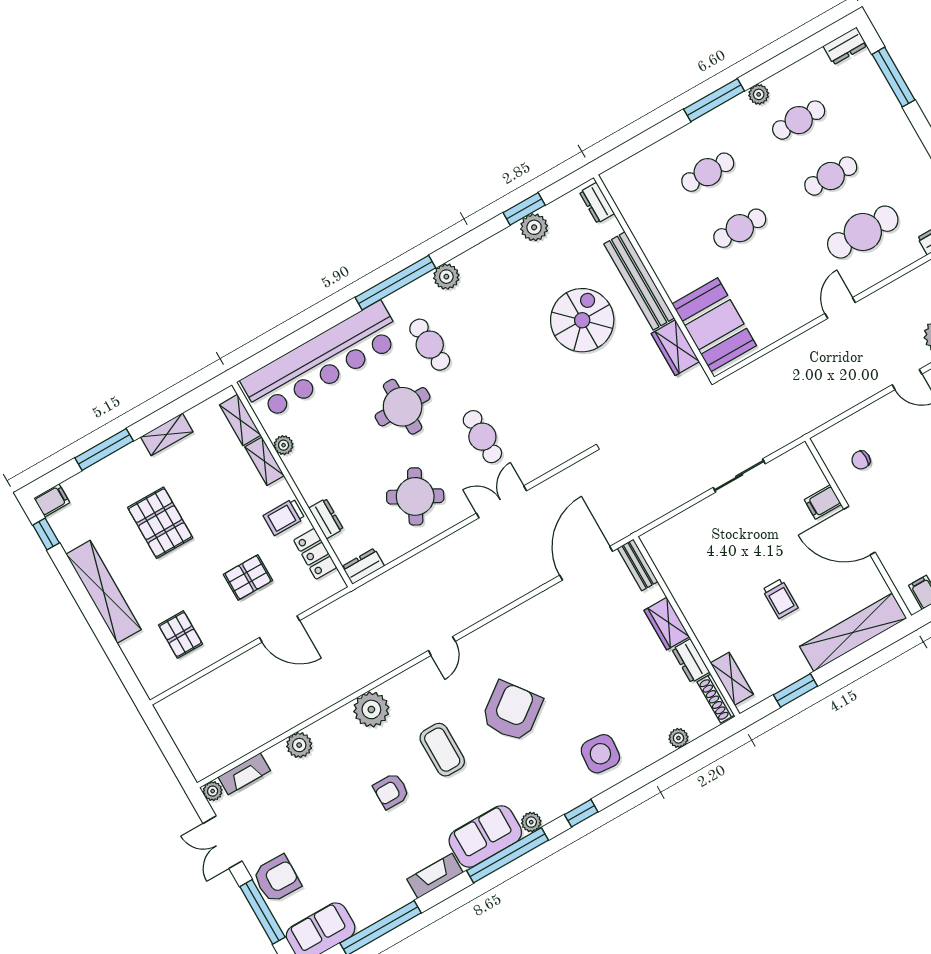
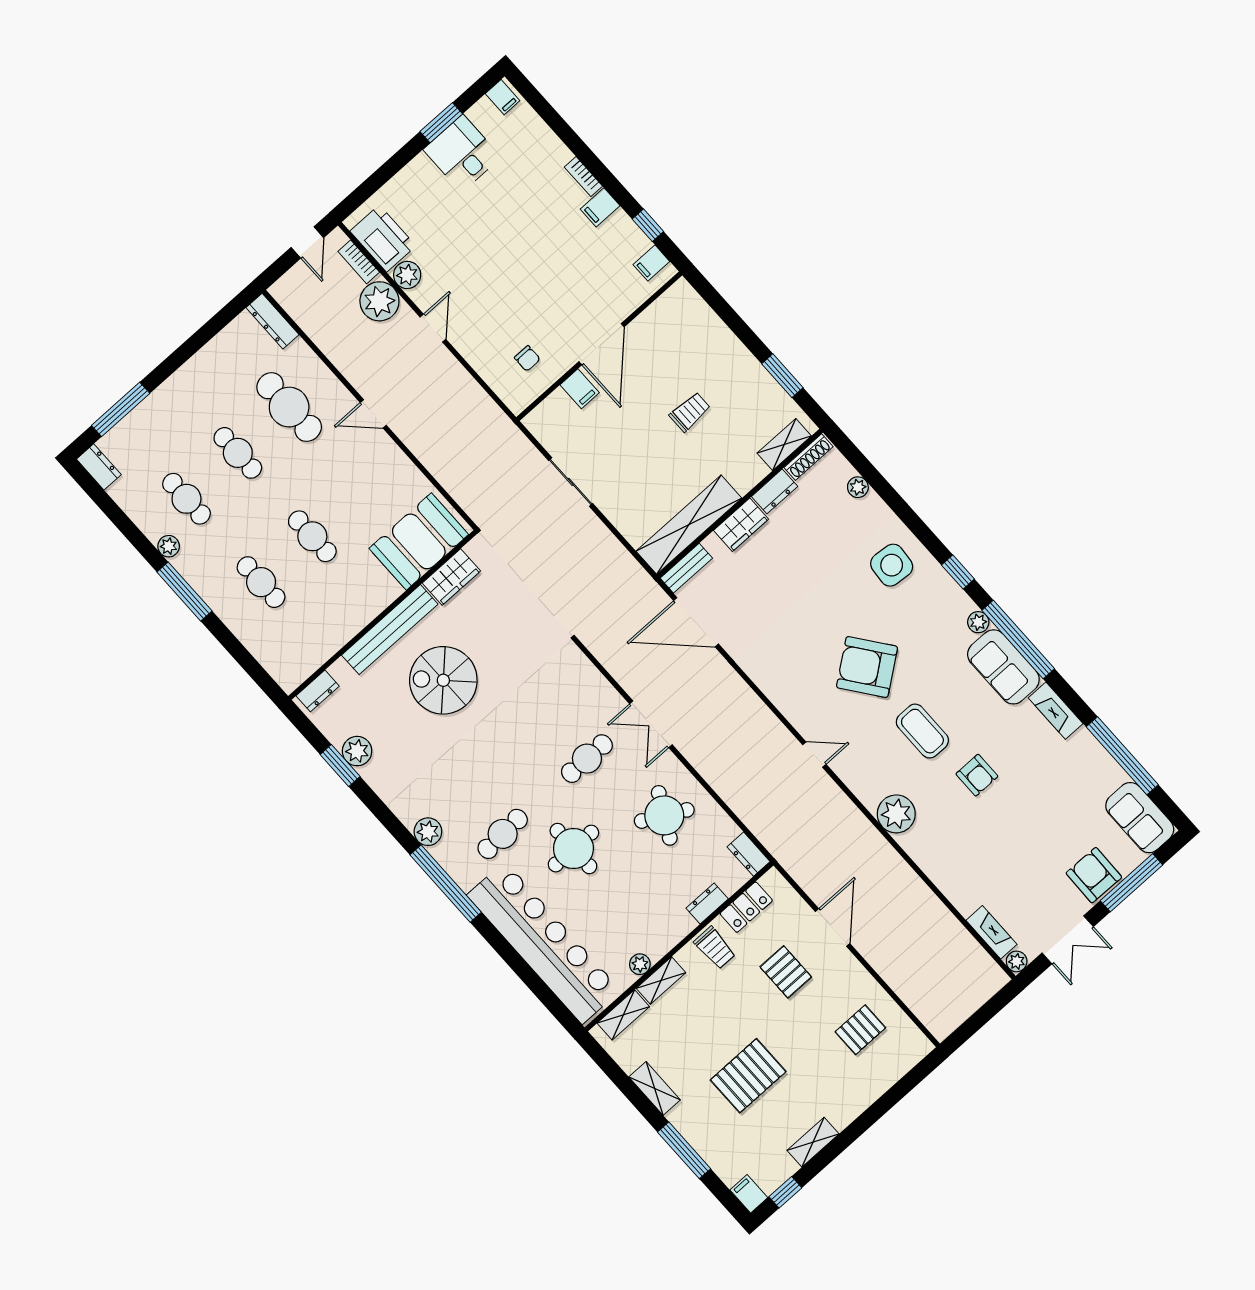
shelving: (104, 592) -> (813, 1142), width x0.45, depth x0.75
shelving: (853, 632) -> (689, 525), moved, turned 90
plant: (299, 745) -> (949, 881), removed
coffee table: (442, 750) -> (922, 731), turned 90

